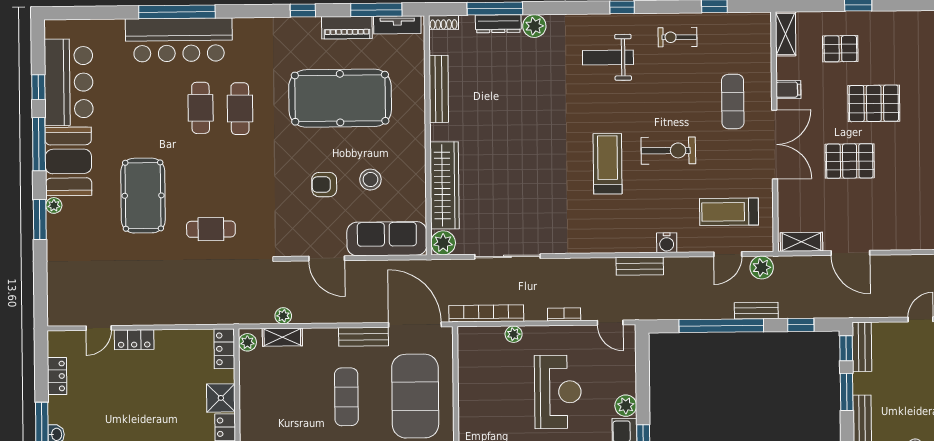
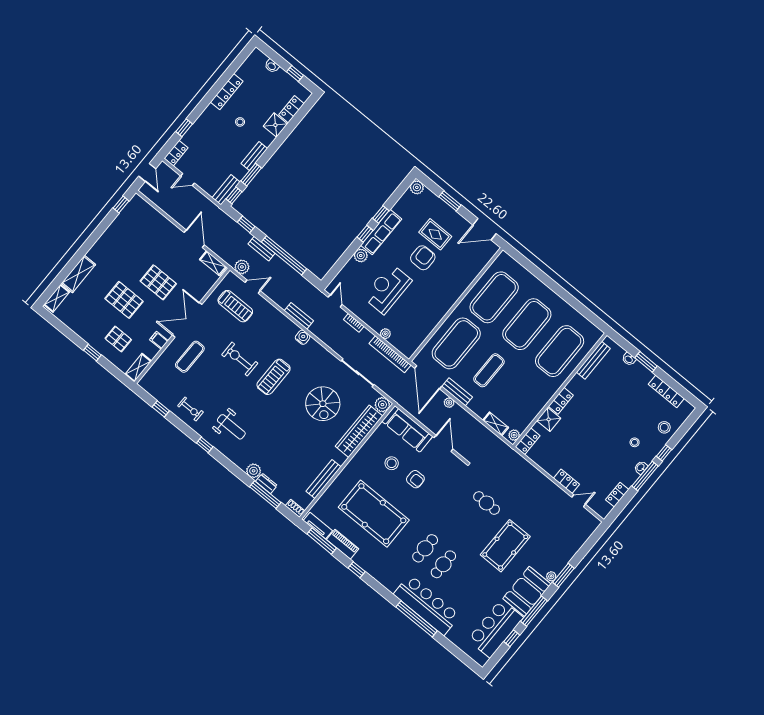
dresser: (498, 24) -> (266, 483), width x0.70
spiral stairs: (518, 182) -> (323, 404), added
water cooler: (667, 243) -> (303, 337), moved
plant: (283, 316) -> (449, 403), moved

